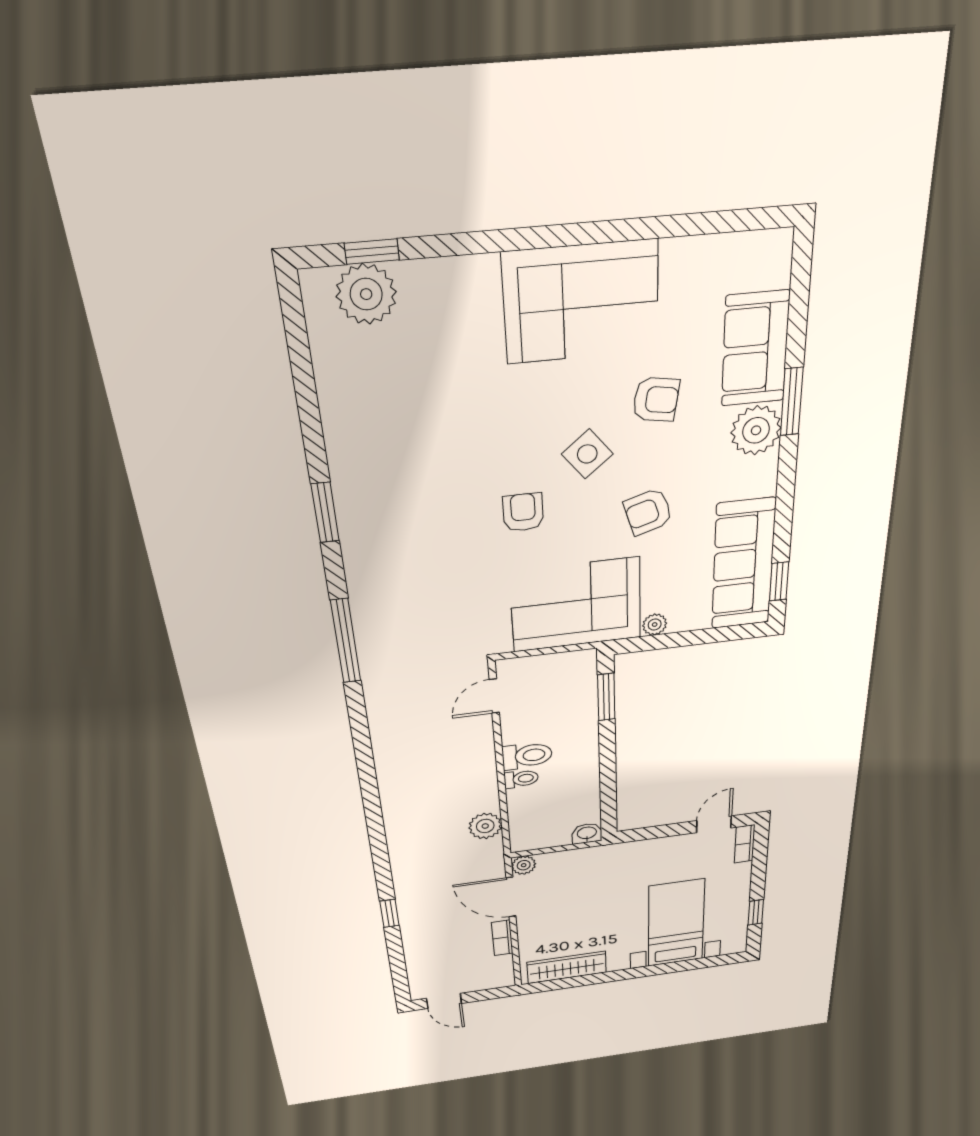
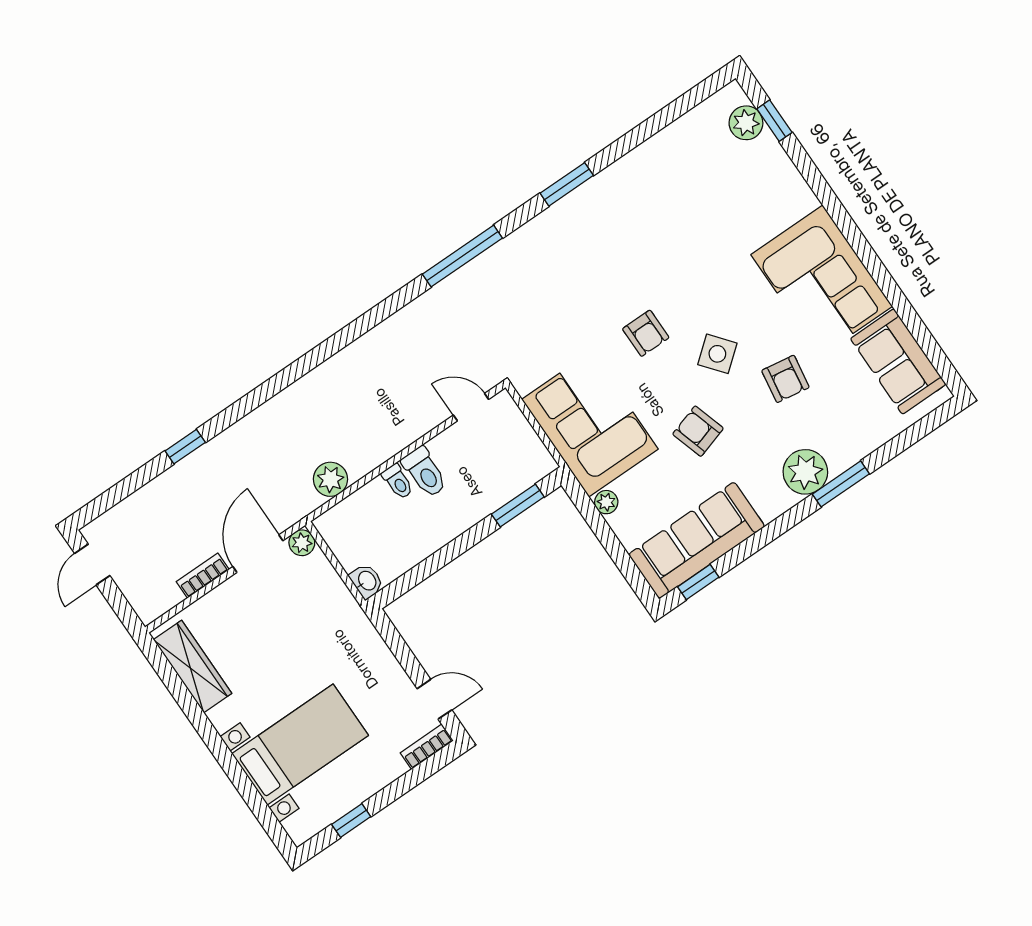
plant: (366, 294) -> (746, 123), width x0.73, depth x0.73
sofa: (755, 349) -> (898, 361), moved, turned -90
armchair: (523, 512) -> (646, 333), turned 90

